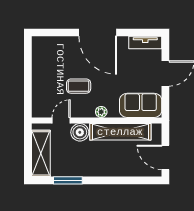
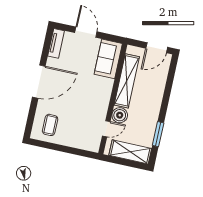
coffee table: (79, 86) -> (50, 125), moved
plant: (101, 112) -> (106, 93), removed
door: (61, 120) -> (106, 129), swing flipped

